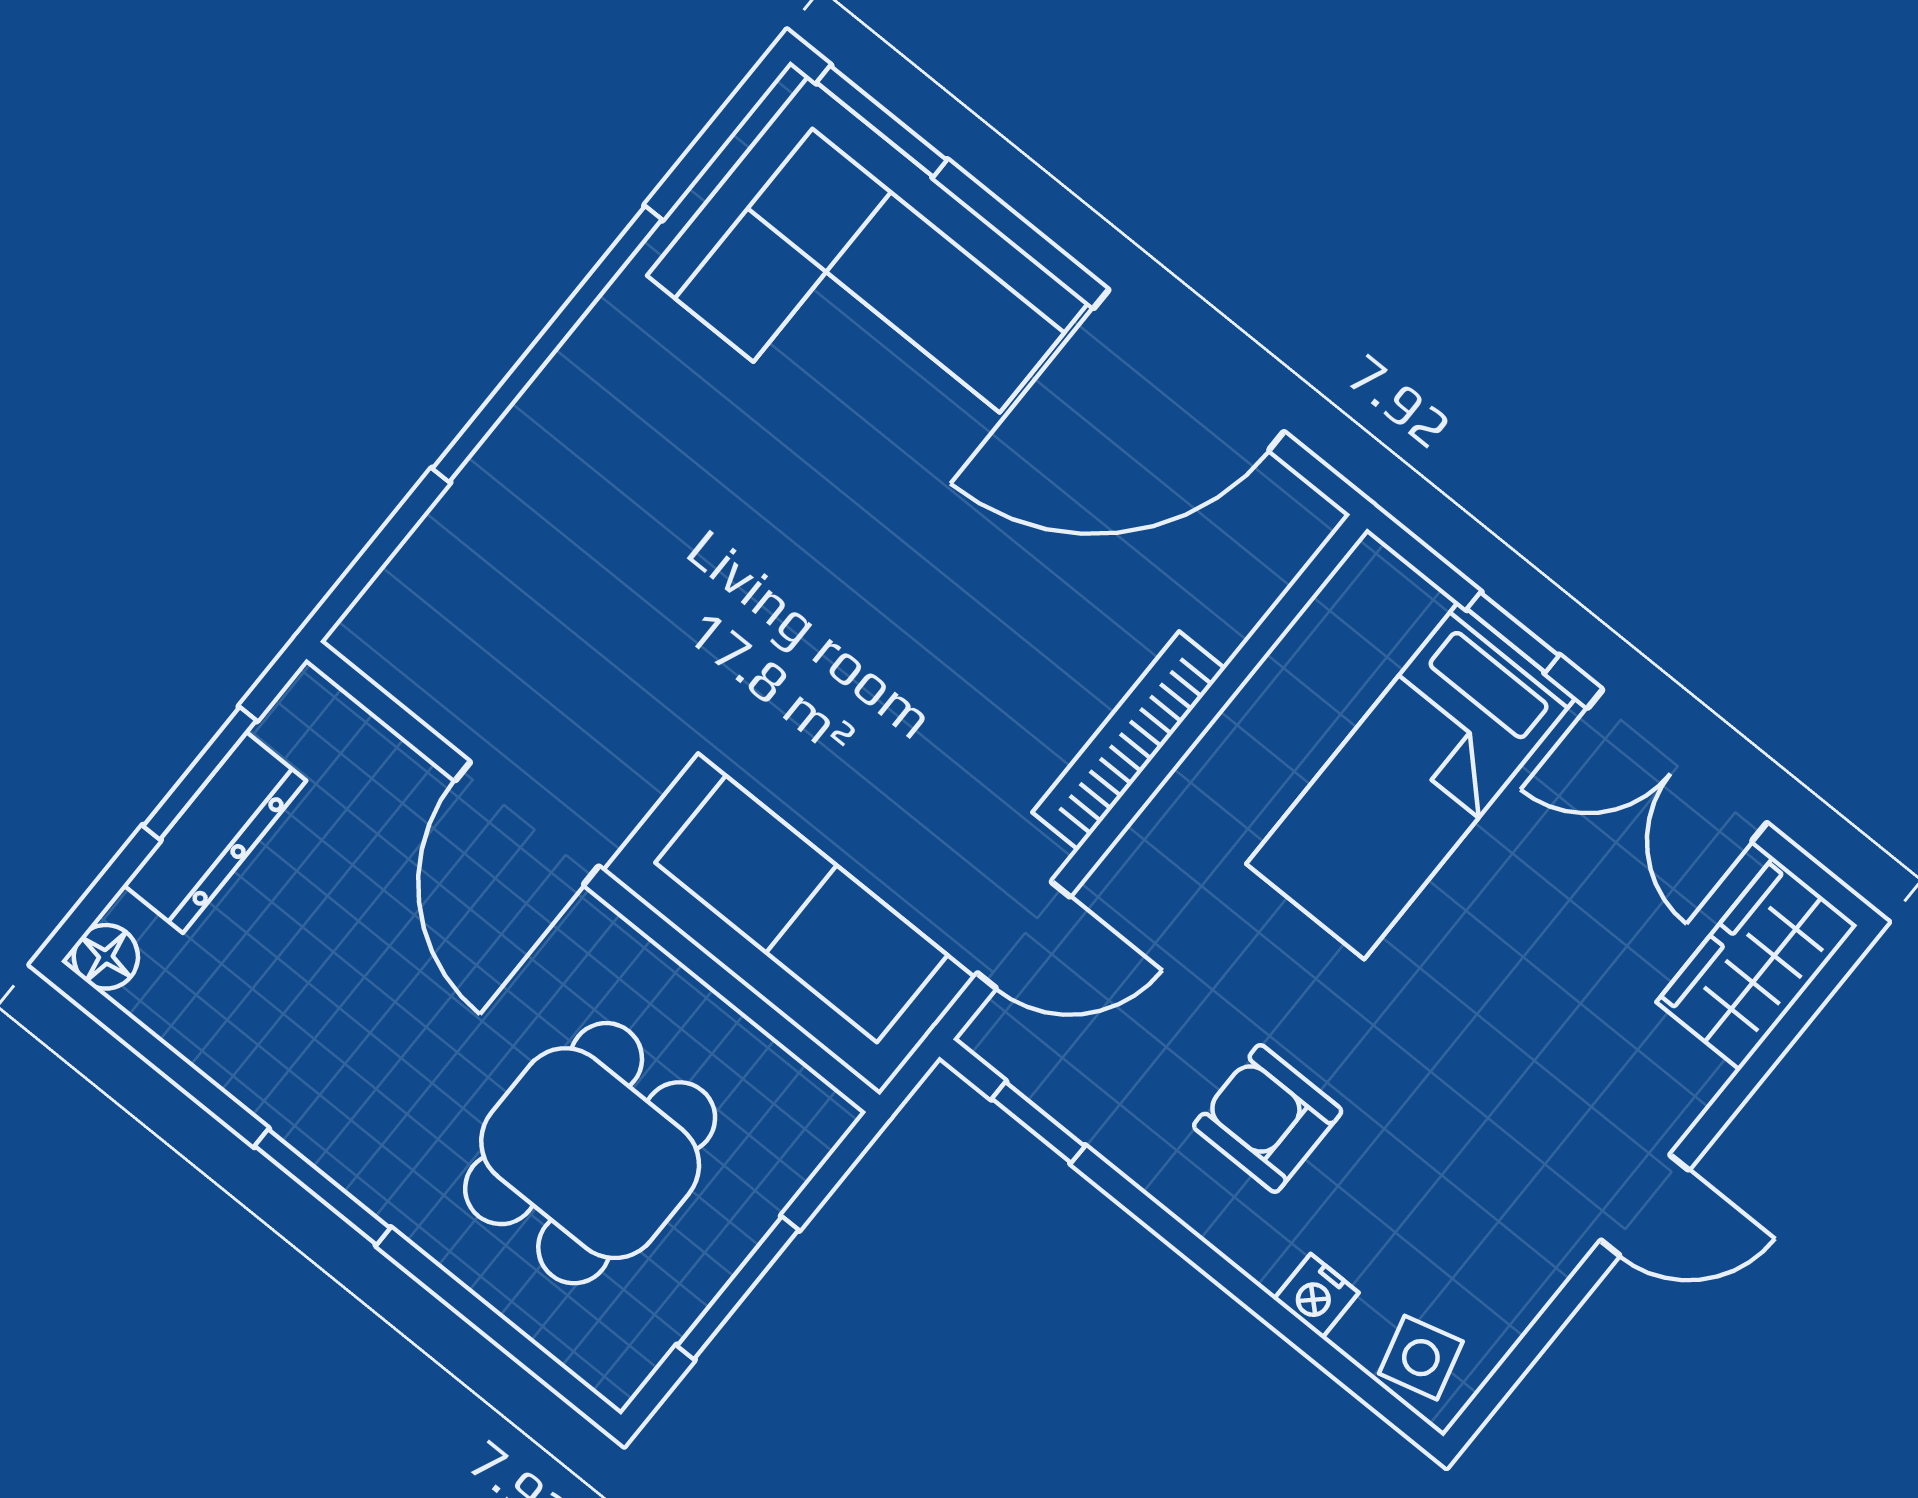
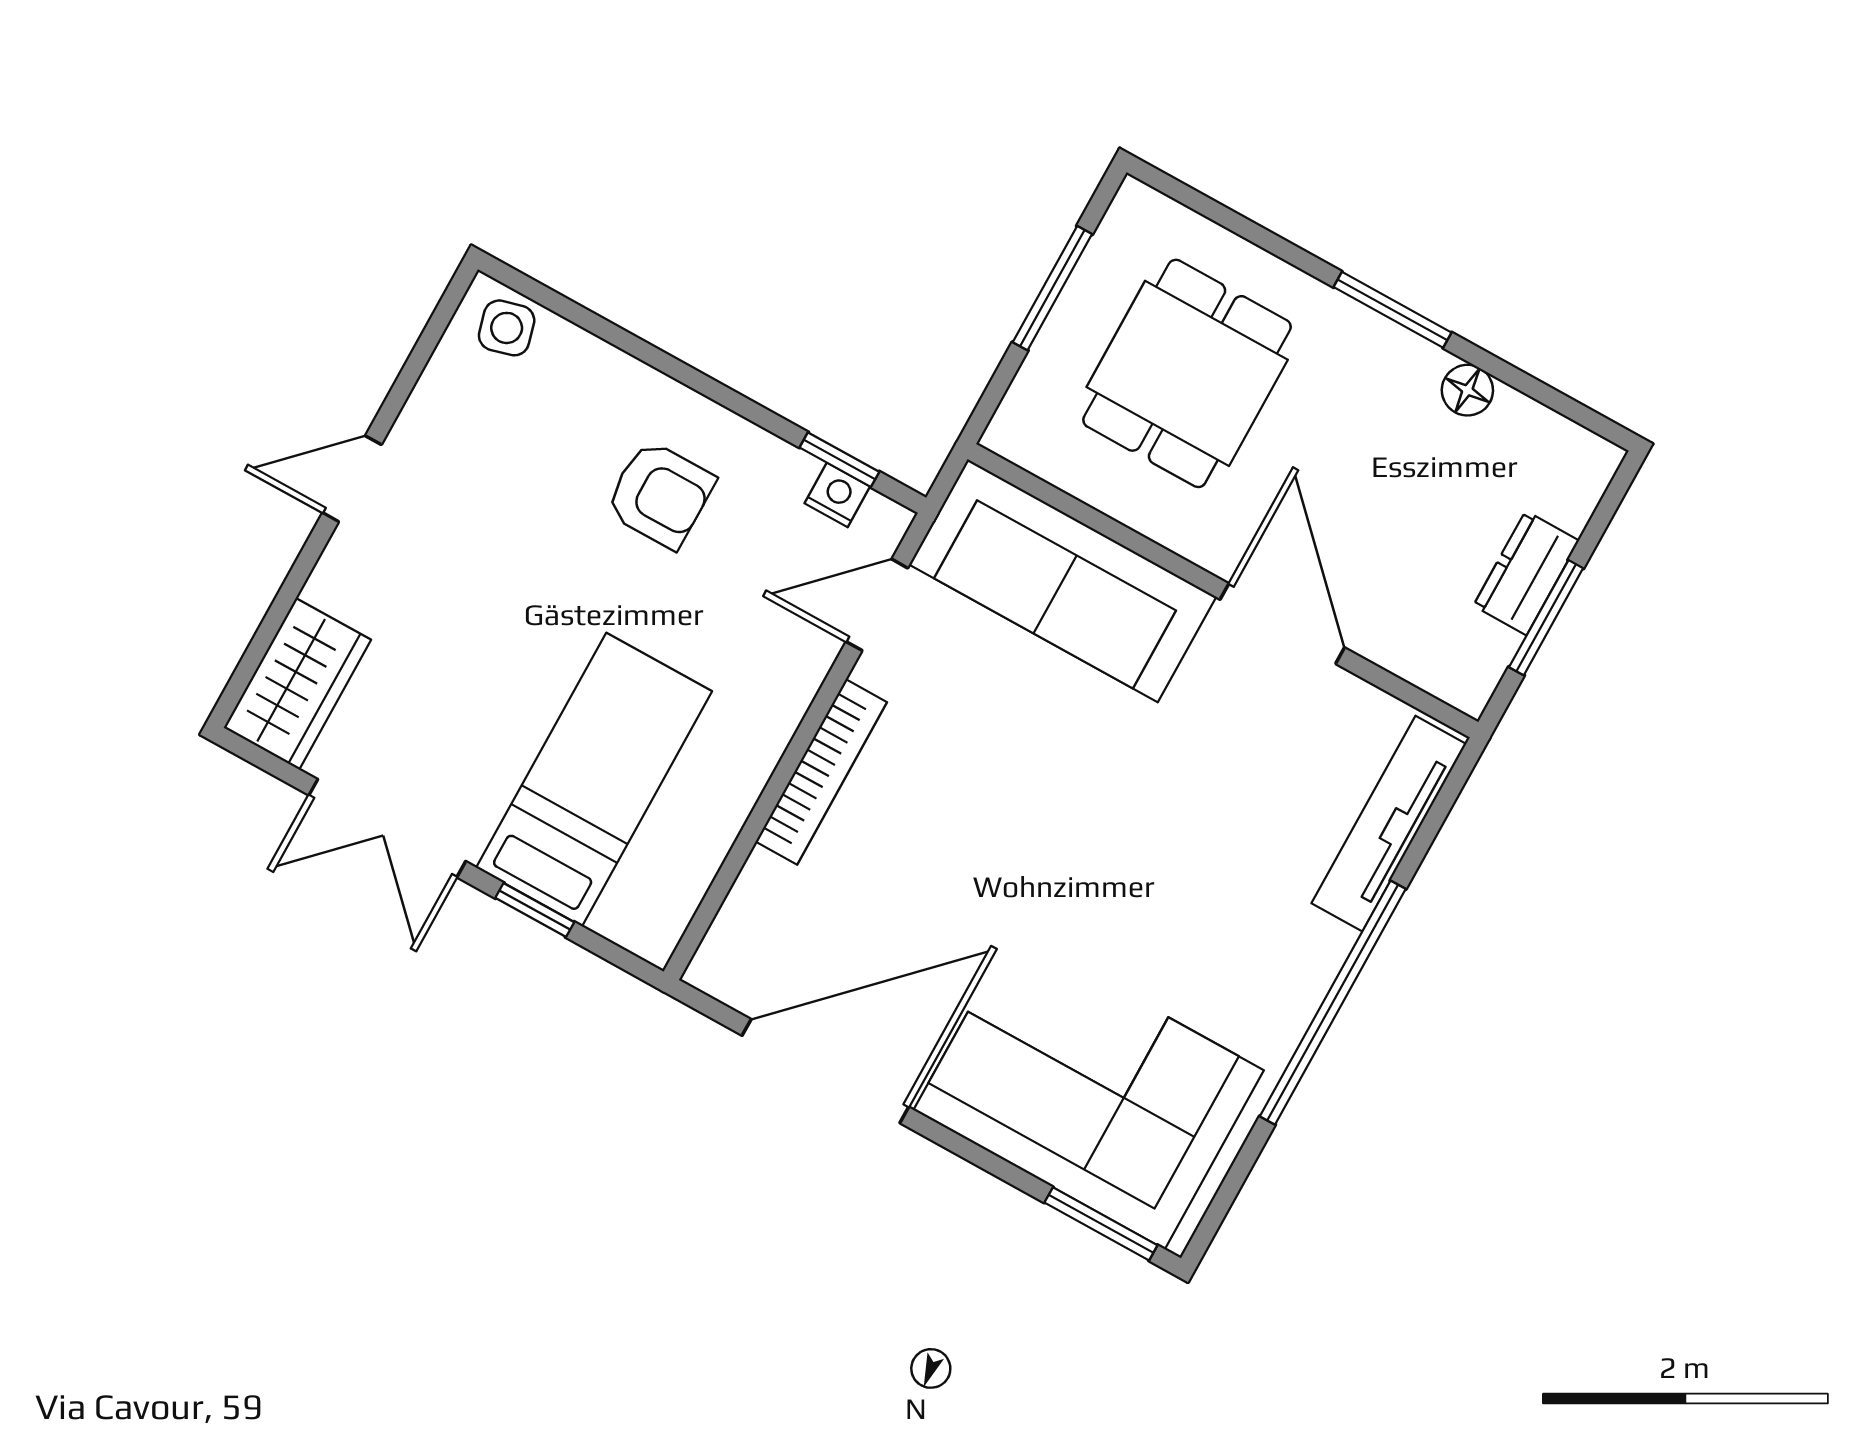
tv unit: (439, 553) -> (1389, 824), added
double door: (1677, 765) -> (387, 828), swing flipped
dresser: (215, 833) -> (1526, 573), width x0.70
floor lamp: (106, 957) -> (1467, 390), moved
nightstand: (1316, 1296) -> (837, 495), moved

